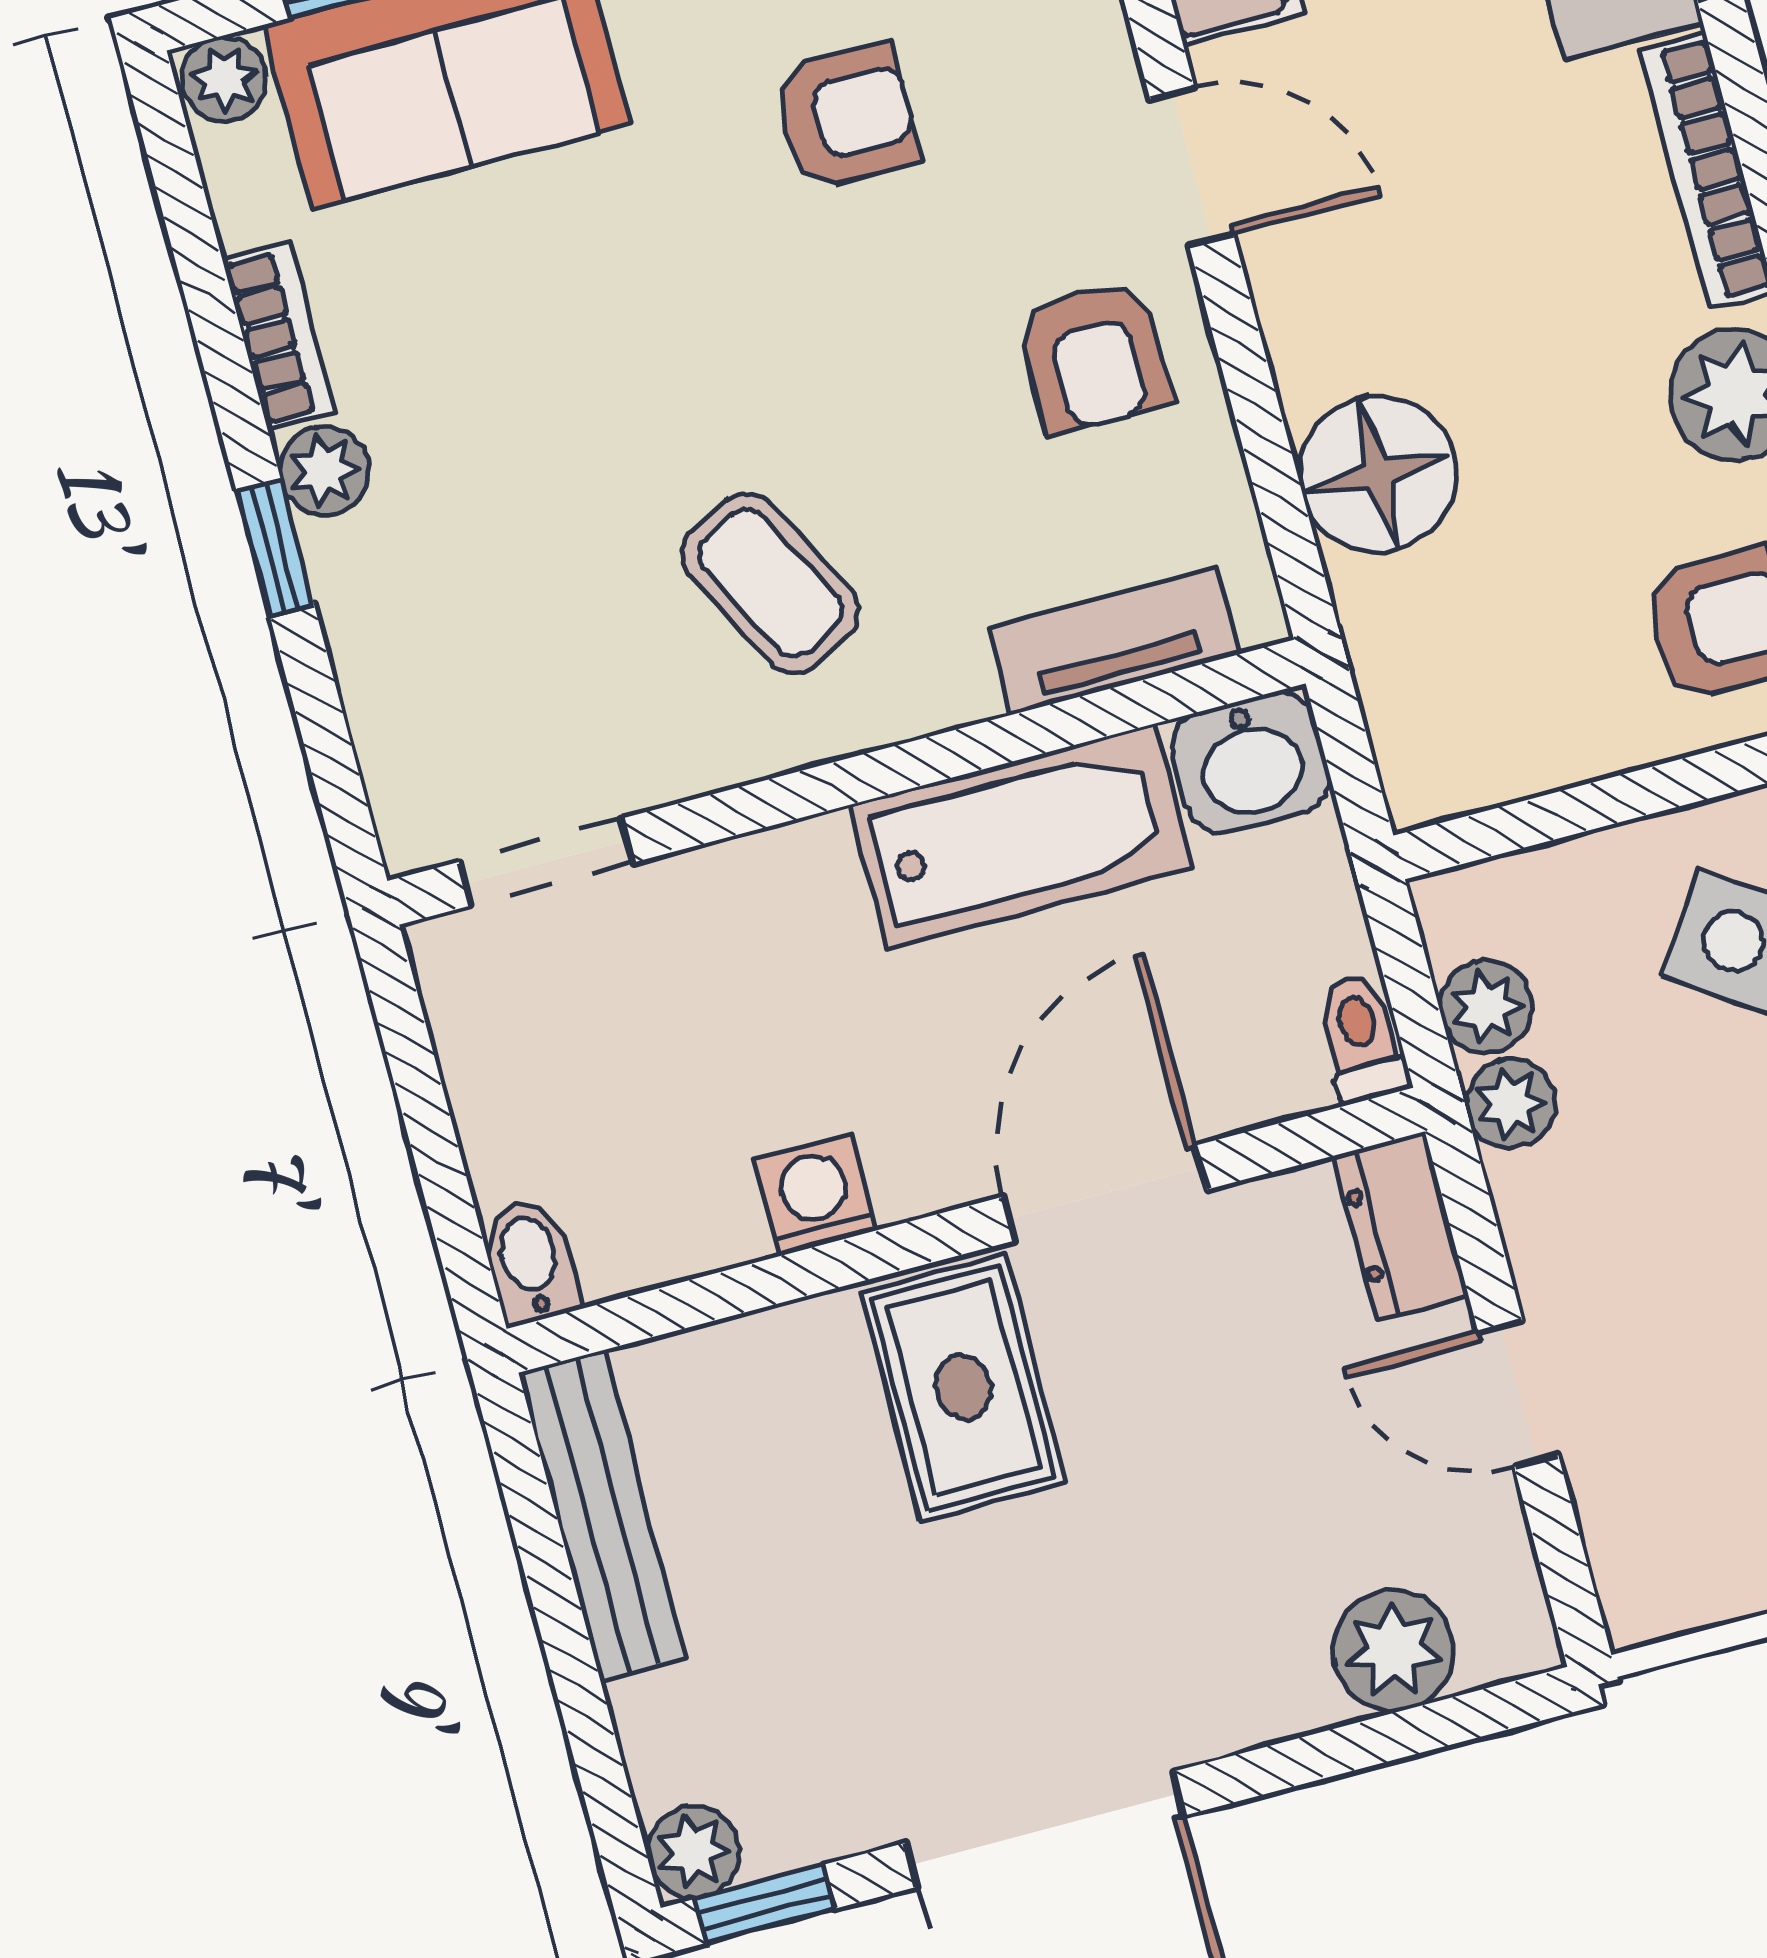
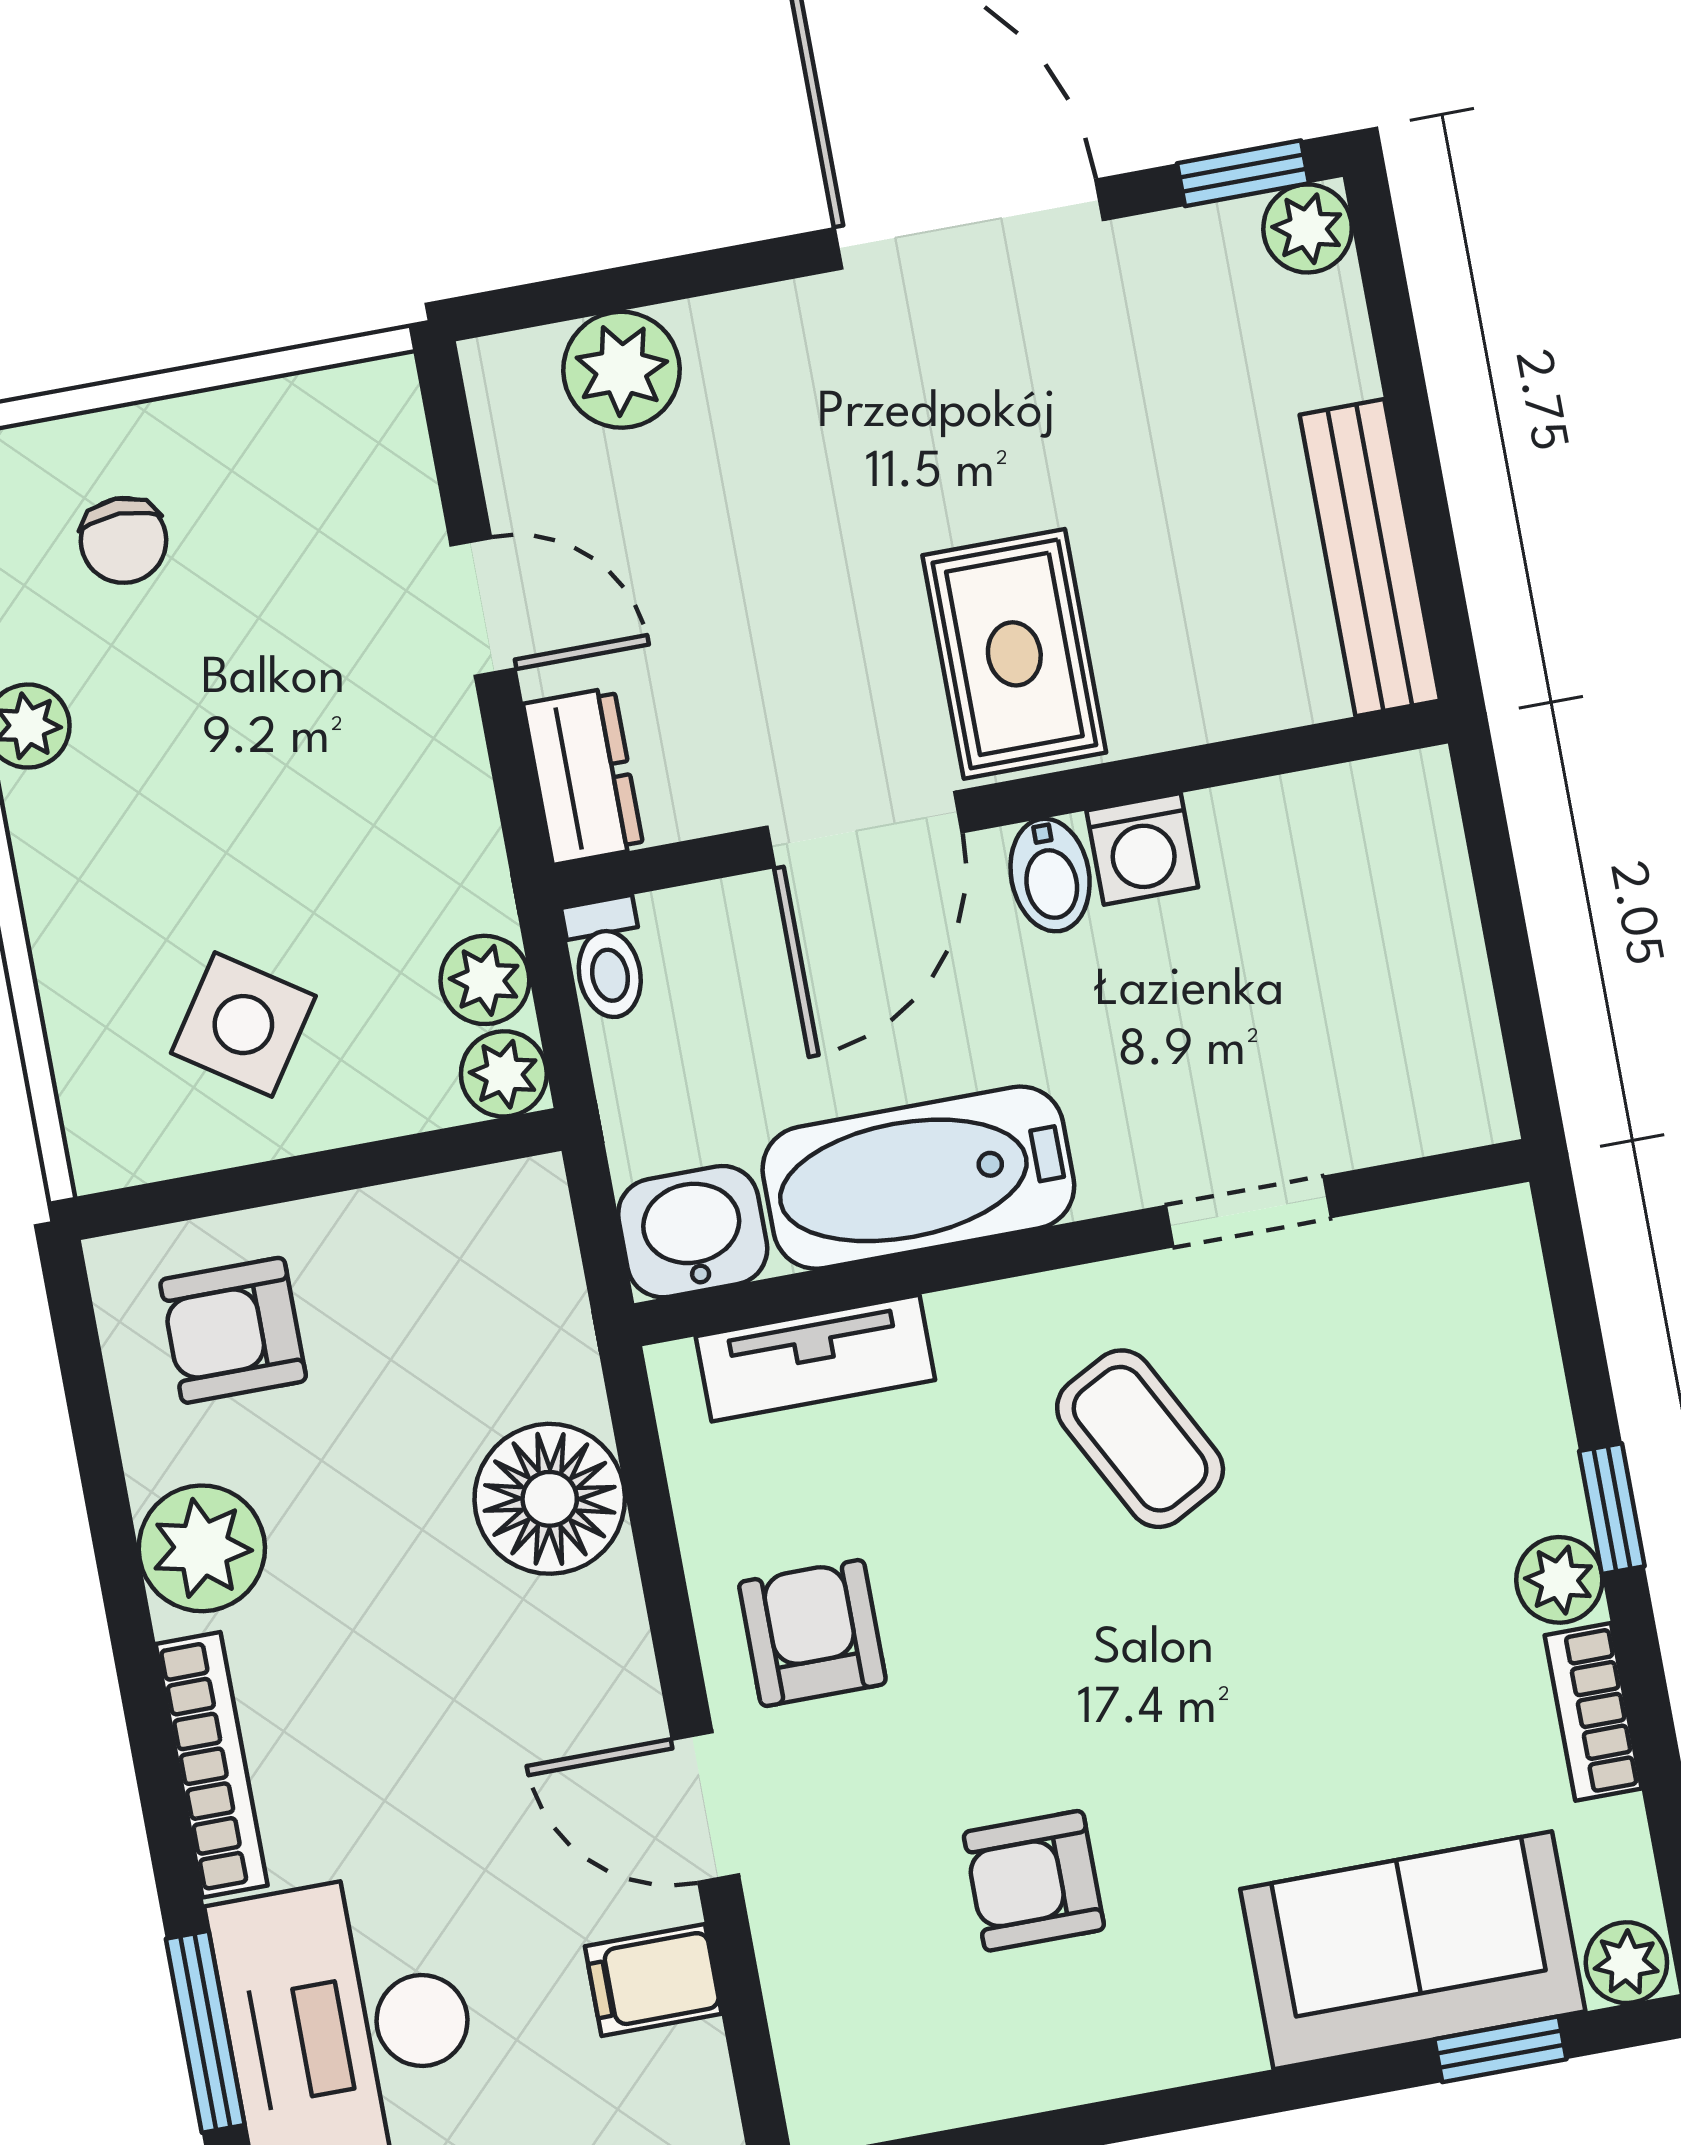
doorway: (546, 862) -> (1248, 1212), moved
plant: (1510, 1103) -> (504, 1074), moved
bidet: (530, 1261) -> (1050, 875), moved

